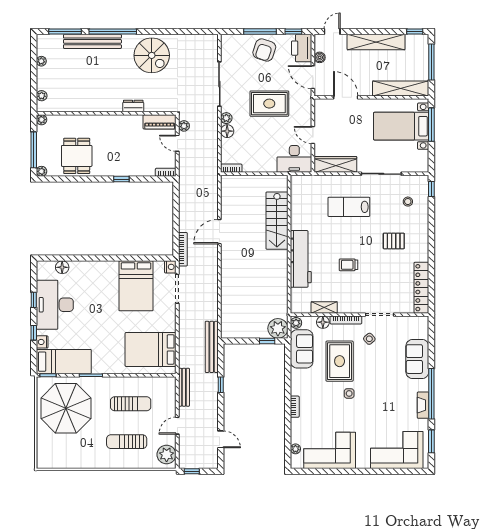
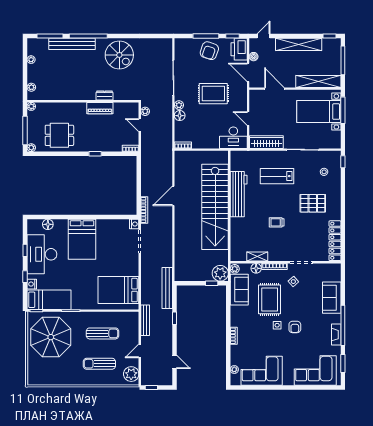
piano: (160, 122) -> (100, 108), moved
dining table: (77, 156) -> (59, 135), turned 90
stairs: (277, 221) -> (215, 207), width x1.86, depth x1.51
pallet: (394, 241) -> (313, 203), width x1.50, depth x1.42
workbench: (301, 259) -> (239, 194), moved
bed: (136, 286) -> (82, 239), moved
armchair: (371, 396) -> (295, 327), added

